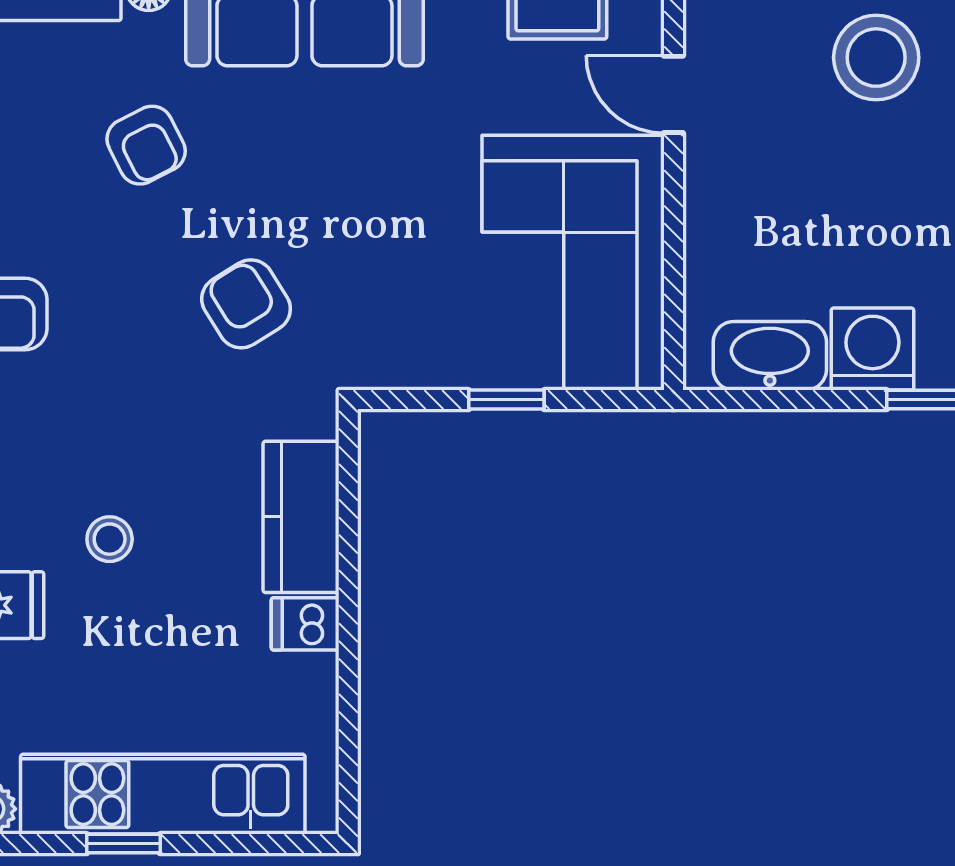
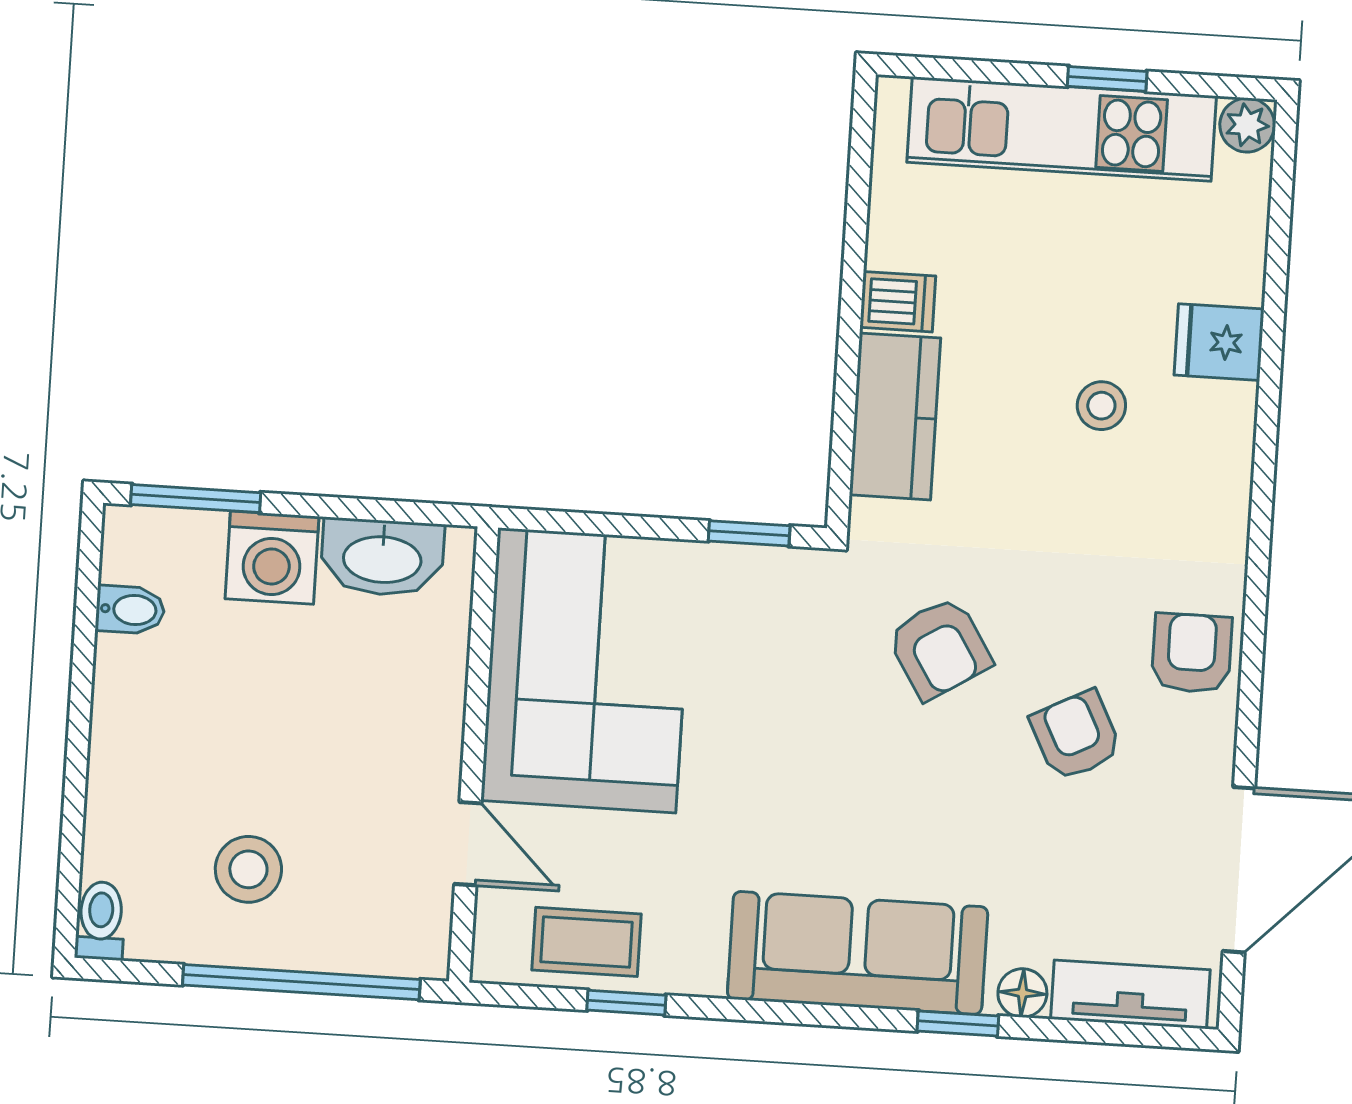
stool: (876, 58) -> (248, 869), width x0.73, depth x0.73
armchair: (146, 145) -> (1076, 735), moved
window: (506, 400) -> (749, 533), moved

